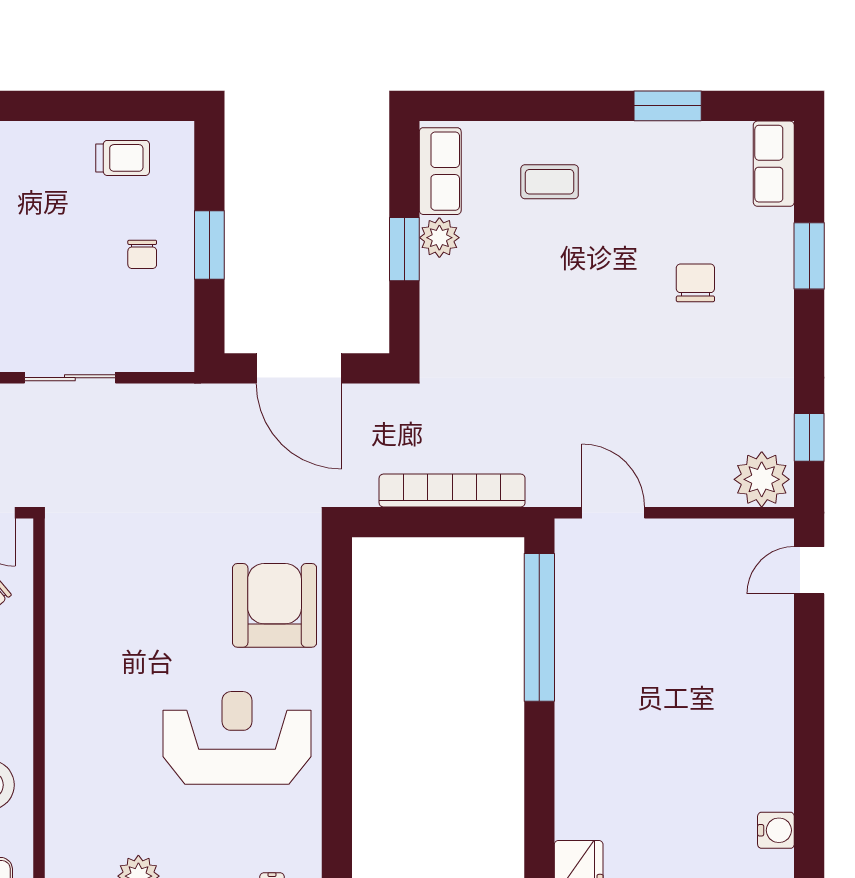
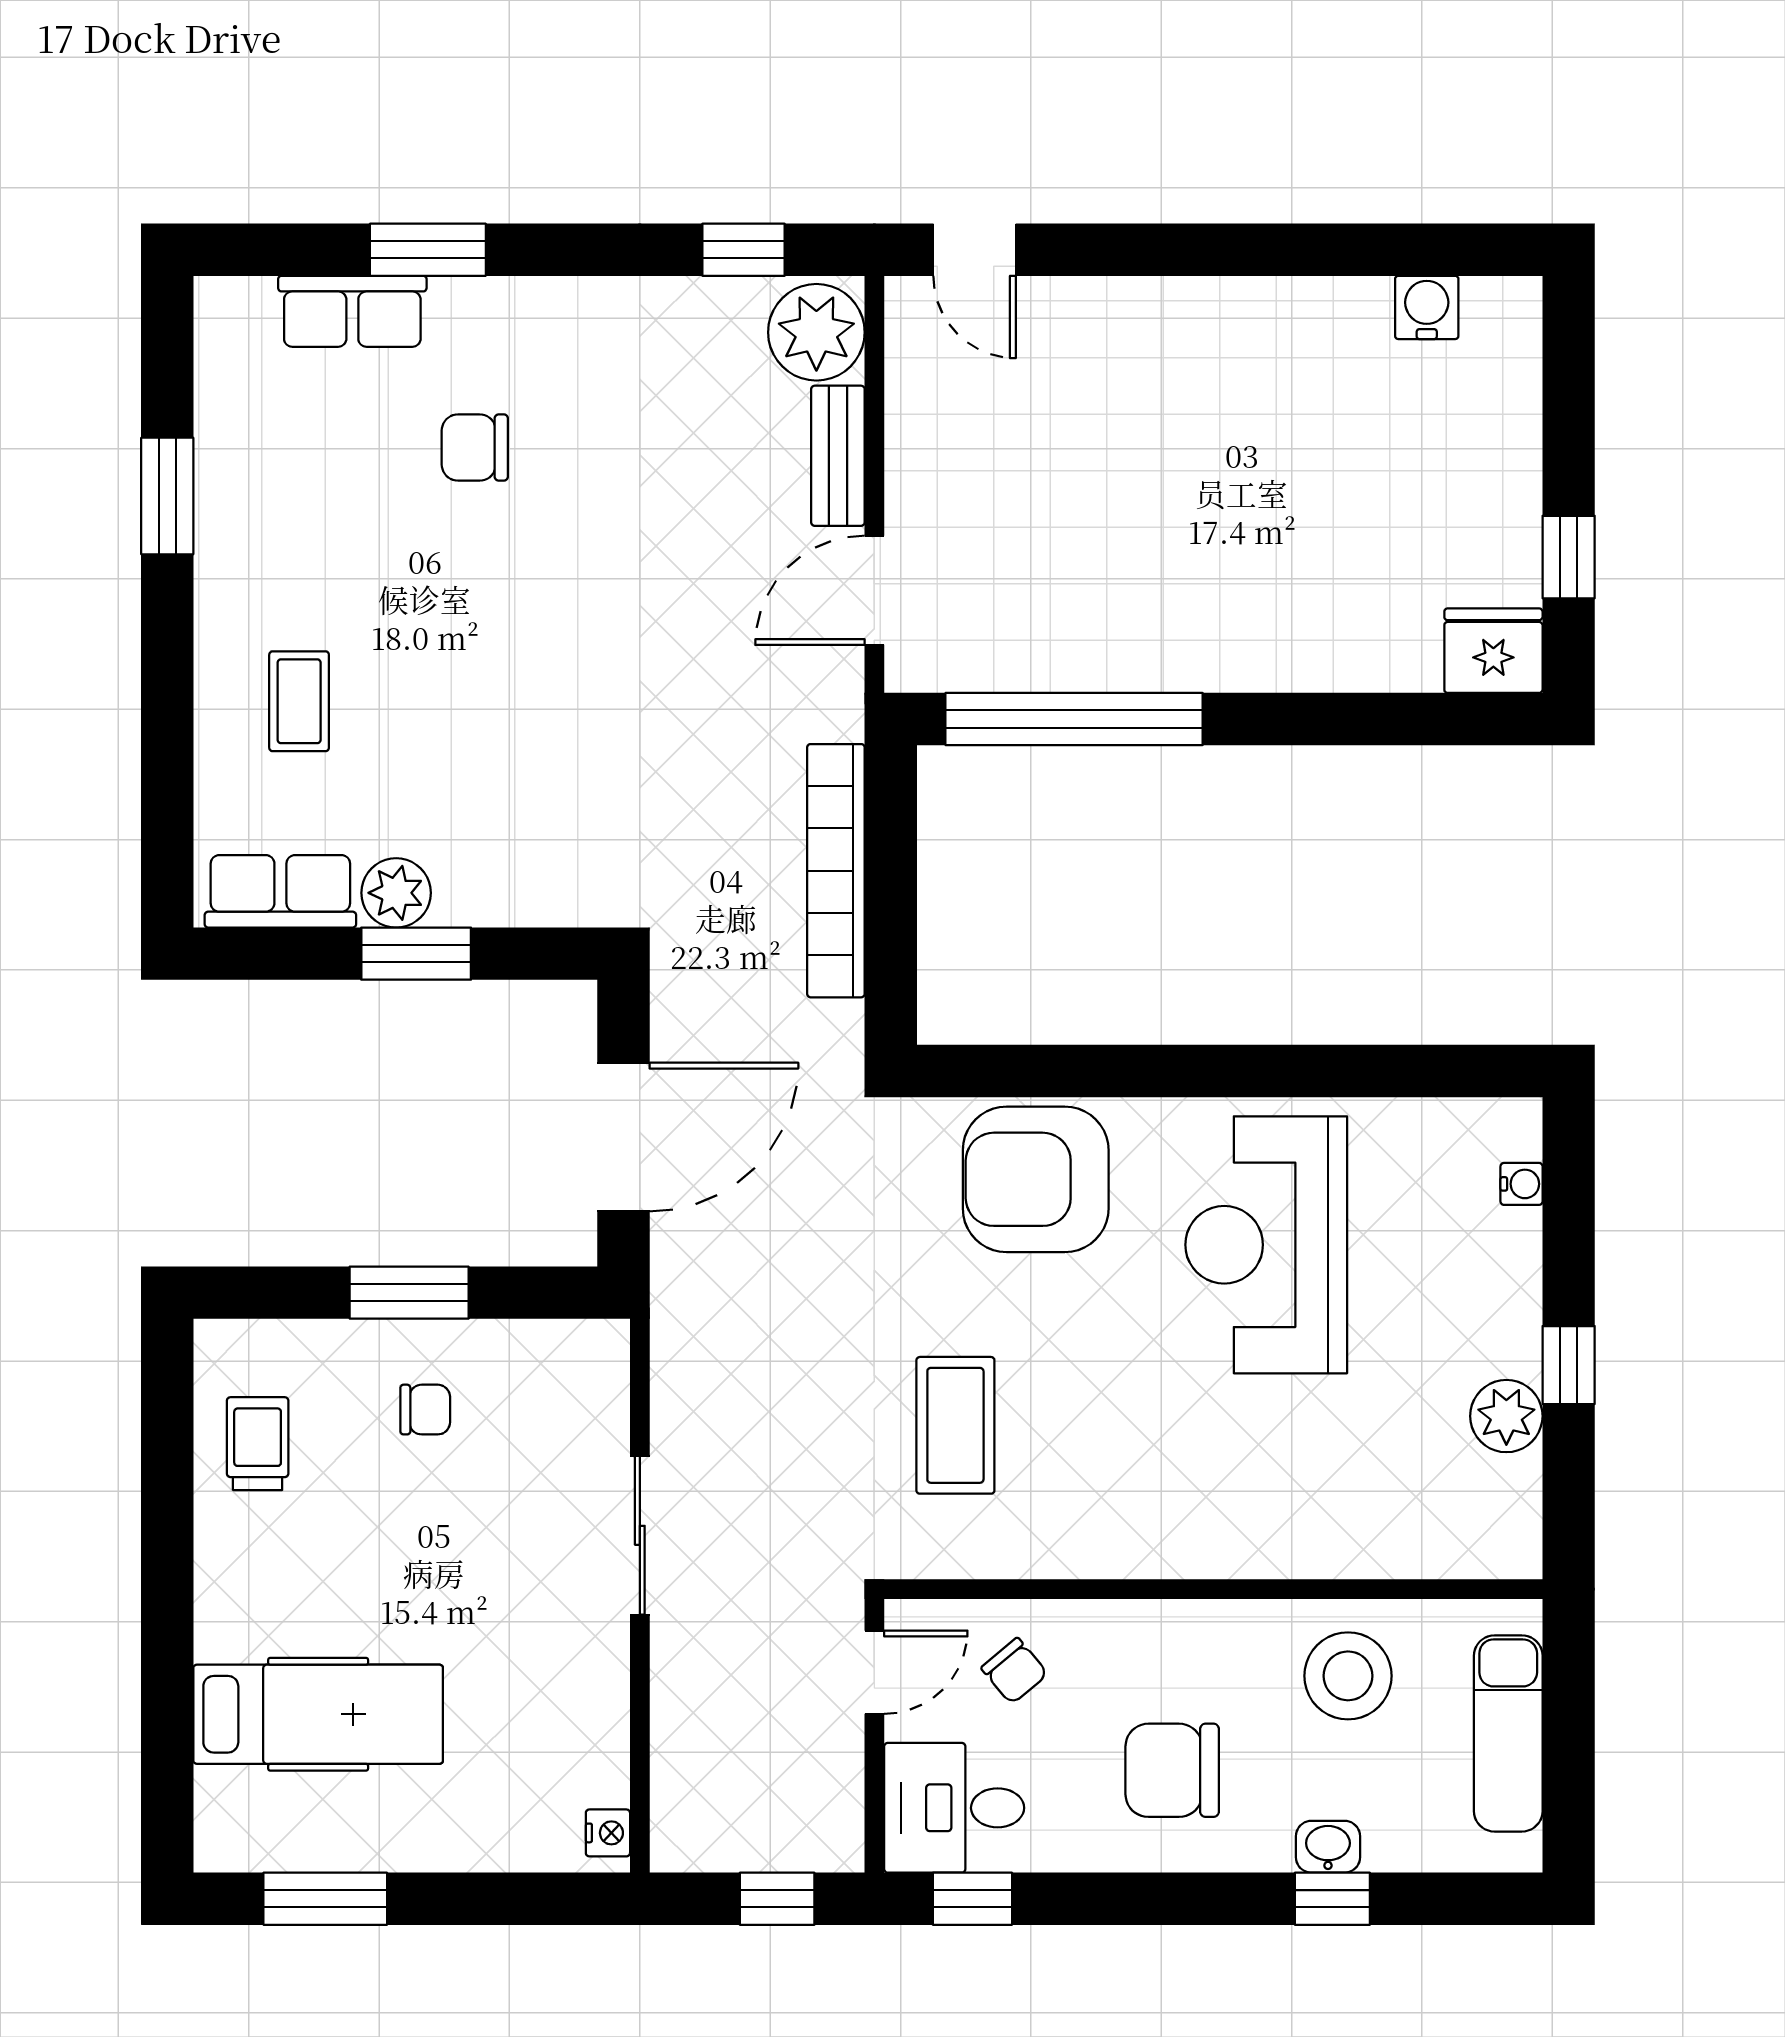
row of seats: (774, 164) -> (352, 311), moved
bench: (691, 492) -> (838, 456), added
coffee table: (133, 559) -> (955, 1425), added

